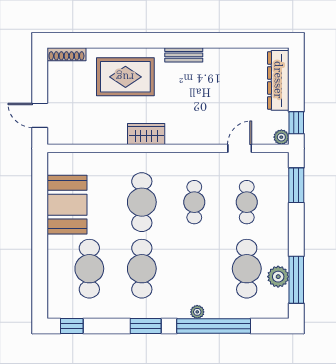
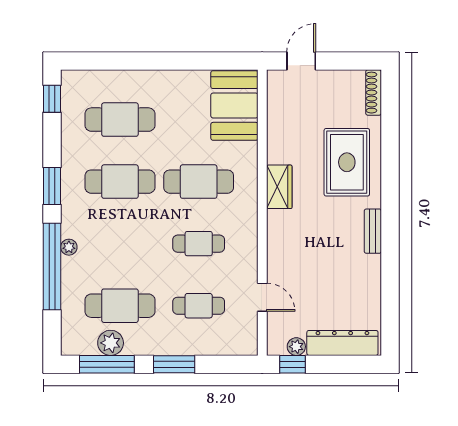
plant: (281, 137) -> (296, 347), moved
window: (296, 185) -> (174, 364), moved
booth: (67, 205) -> (234, 105), moved, turned 90

